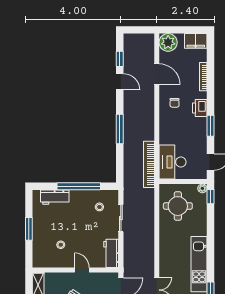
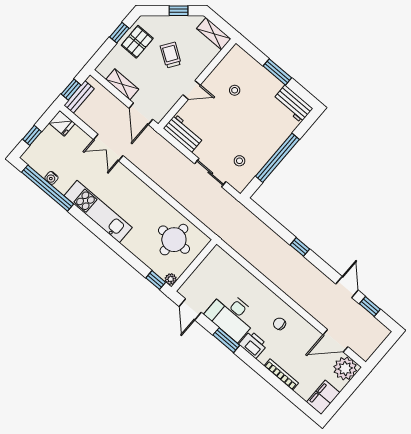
door: (157, 74) -> (335, 341), moved
door: (120, 82) -> (347, 287), swing flipped
window: (120, 129) -> (300, 247), width x0.46
desk: (173, 162) -> (232, 316), moved, turned 180
bookcase: (149, 164) -> (240, 246), removed
workbench: (55, 197) -> (293, 104), moved, turned -90

